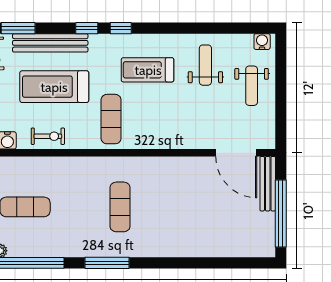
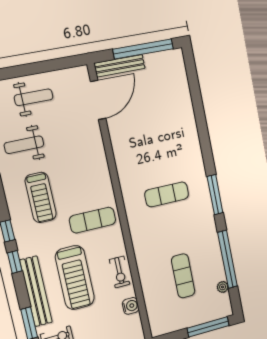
exercise bike: (48, 136) -> (120, 272), turned 180

